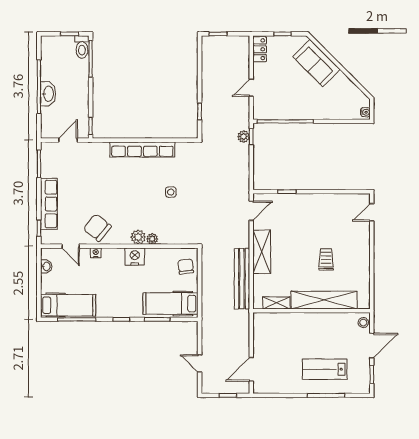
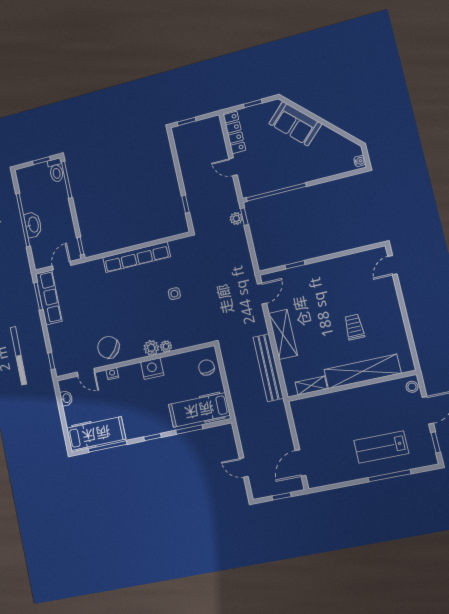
locker: (260, 49) -> (234, 132), width x1.53
door: (251, 88) -> (233, 167), hinge flipped
row of seats: (49, 204) -> (49, 298), moved

